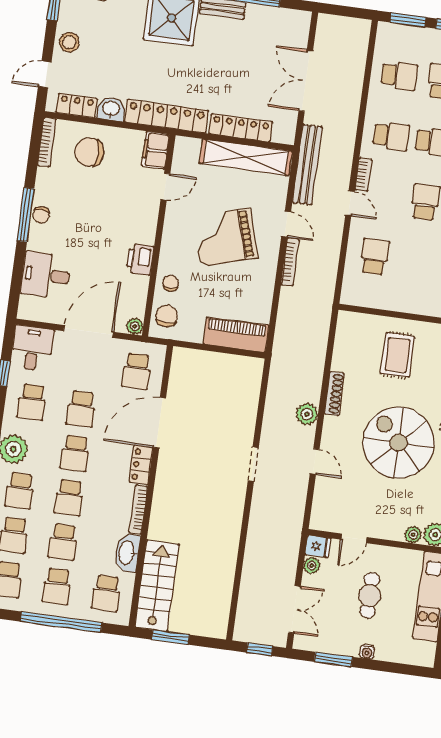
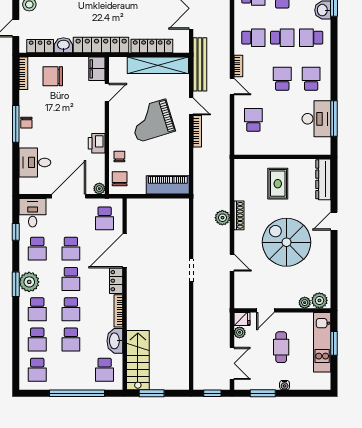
plant: (307, 414) -> (222, 218), moved
school desk: (57, 586) -> (71, 370), removed

